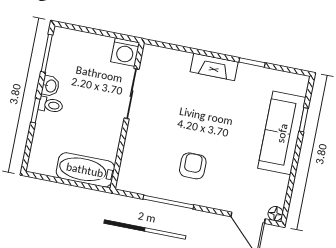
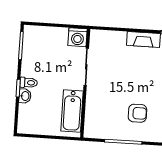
washbasin: (50, 86) -> (25, 96), moved
armchair: (193, 166) -> (137, 113), turned 90
bathtub: (85, 170) -> (72, 111), moved, turned -90

